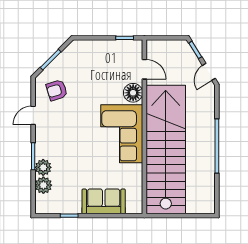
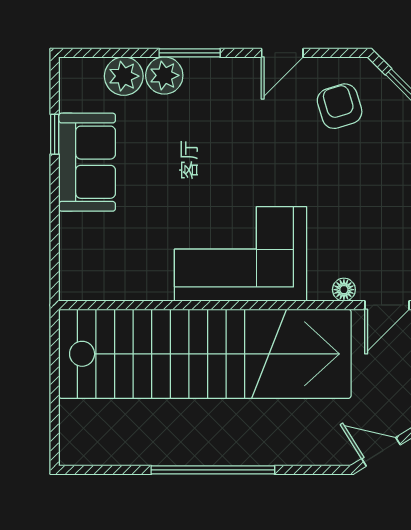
floor lamp: (133, 93) -> (344, 290), width x0.53, depth x0.53
door: (33, 115) -> (282, 53), swing flipped
sofa: (104, 201) -> (87, 162), moved

